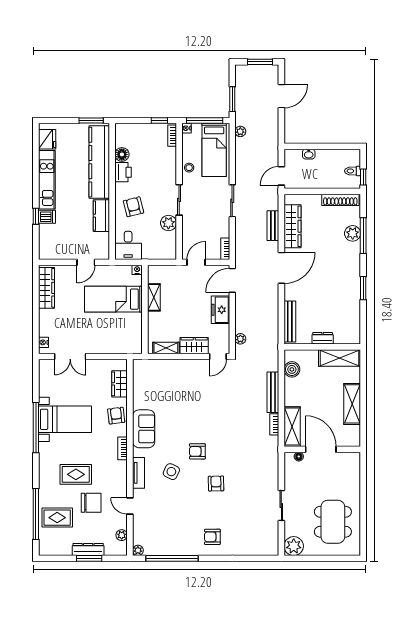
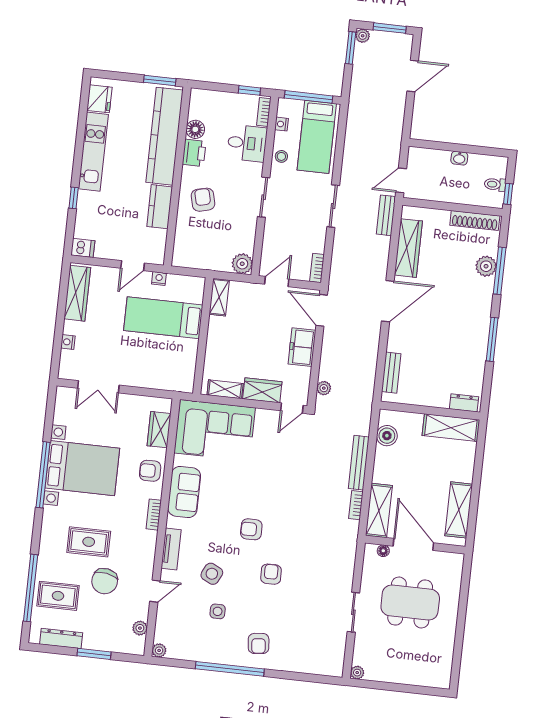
window: (232, 99) -> (351, 48), moved
nightstand: (186, 128) -> (281, 124), moved
plant: (240, 131) -> (363, 36), moved
washbasin: (309, 154) -> (459, 158), moved
dishwasher: (47, 217) -> (83, 248), moved
plant: (168, 223) -> (242, 264), moved
bench: (273, 226) -> (386, 215), moved
desk: (128, 245) -> (247, 143), moved, turned -90
nightstand: (137, 270) -> (159, 279), moved
door: (232, 280) -> (322, 310), hinge flipped
window: (363, 288) -> (492, 339), width x1.44
shelving: (154, 297) -> (219, 297), moved
bench: (290, 322) -> (391, 373), width x0.73
dresser: (323, 338) -> (464, 403), moved
nightstand: (43, 342) -> (68, 342), moved
corner sofa: (162, 380) -> (215, 430), added
shelving: (352, 404) -> (459, 510), moved
armchair: (116, 416) -> (150, 471), turned -84
bed with nightstands: (65, 419) -> (82, 468), width x1.36
side table: (171, 472) -> (212, 574), moved
chair: (91, 503) -> (105, 581), turned 100
door: (130, 506) -> (155, 591), swing flipped
side table: (179, 516) -> (218, 611), added
dining table: (333, 522) -> (410, 602), moved, turned 90
armchair: (212, 537) -> (259, 643), turned -96
plant: (294, 546) -> (357, 673), width x0.53, depth x0.53
dresser: (88, 549) -> (61, 638), moved
window: (172, 558) -> (230, 669), moved

